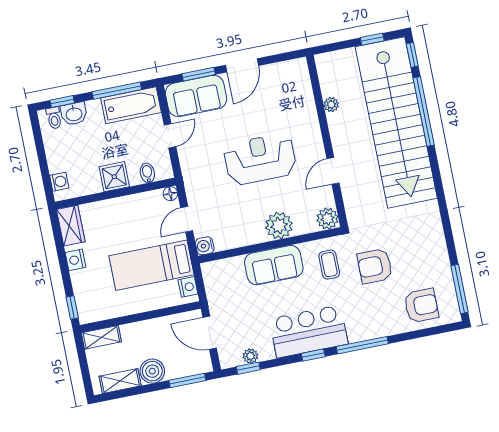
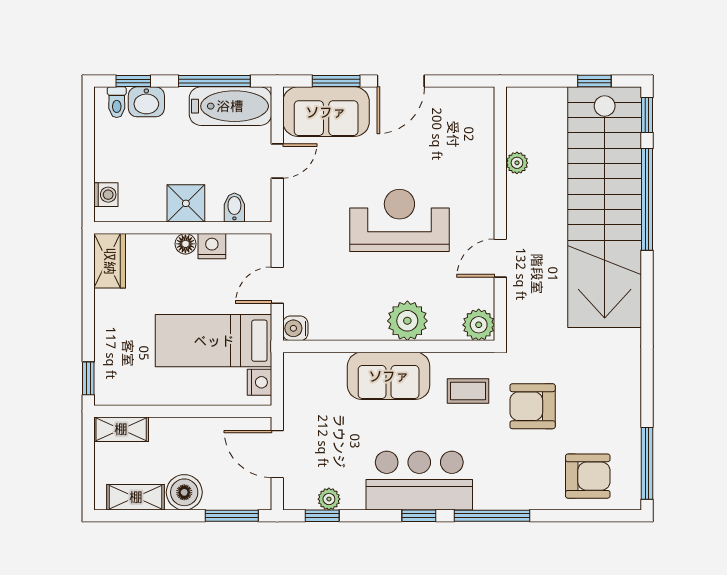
floor lamp: (170, 194) -> (185, 244), moved
nightstand: (75, 260) -> (212, 246), moved, turned 90
coffee table: (329, 265) -> (468, 391), turned 90

